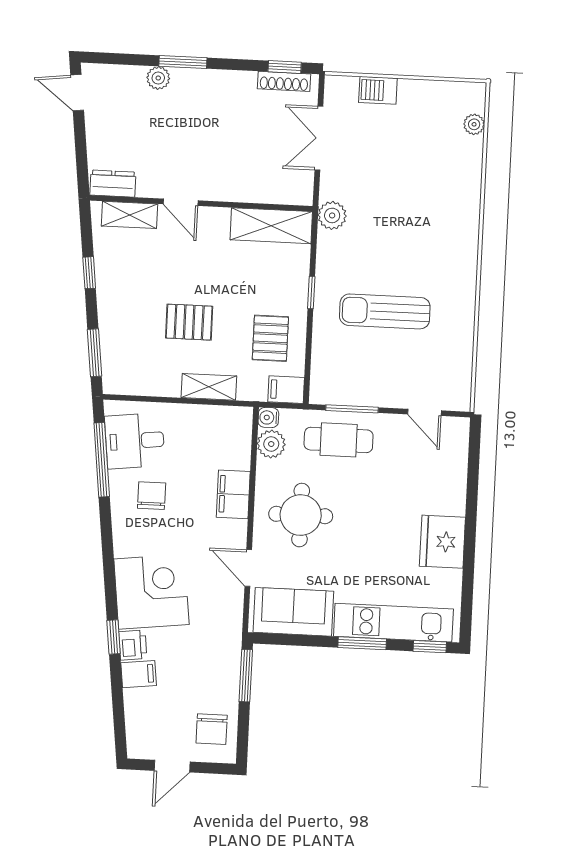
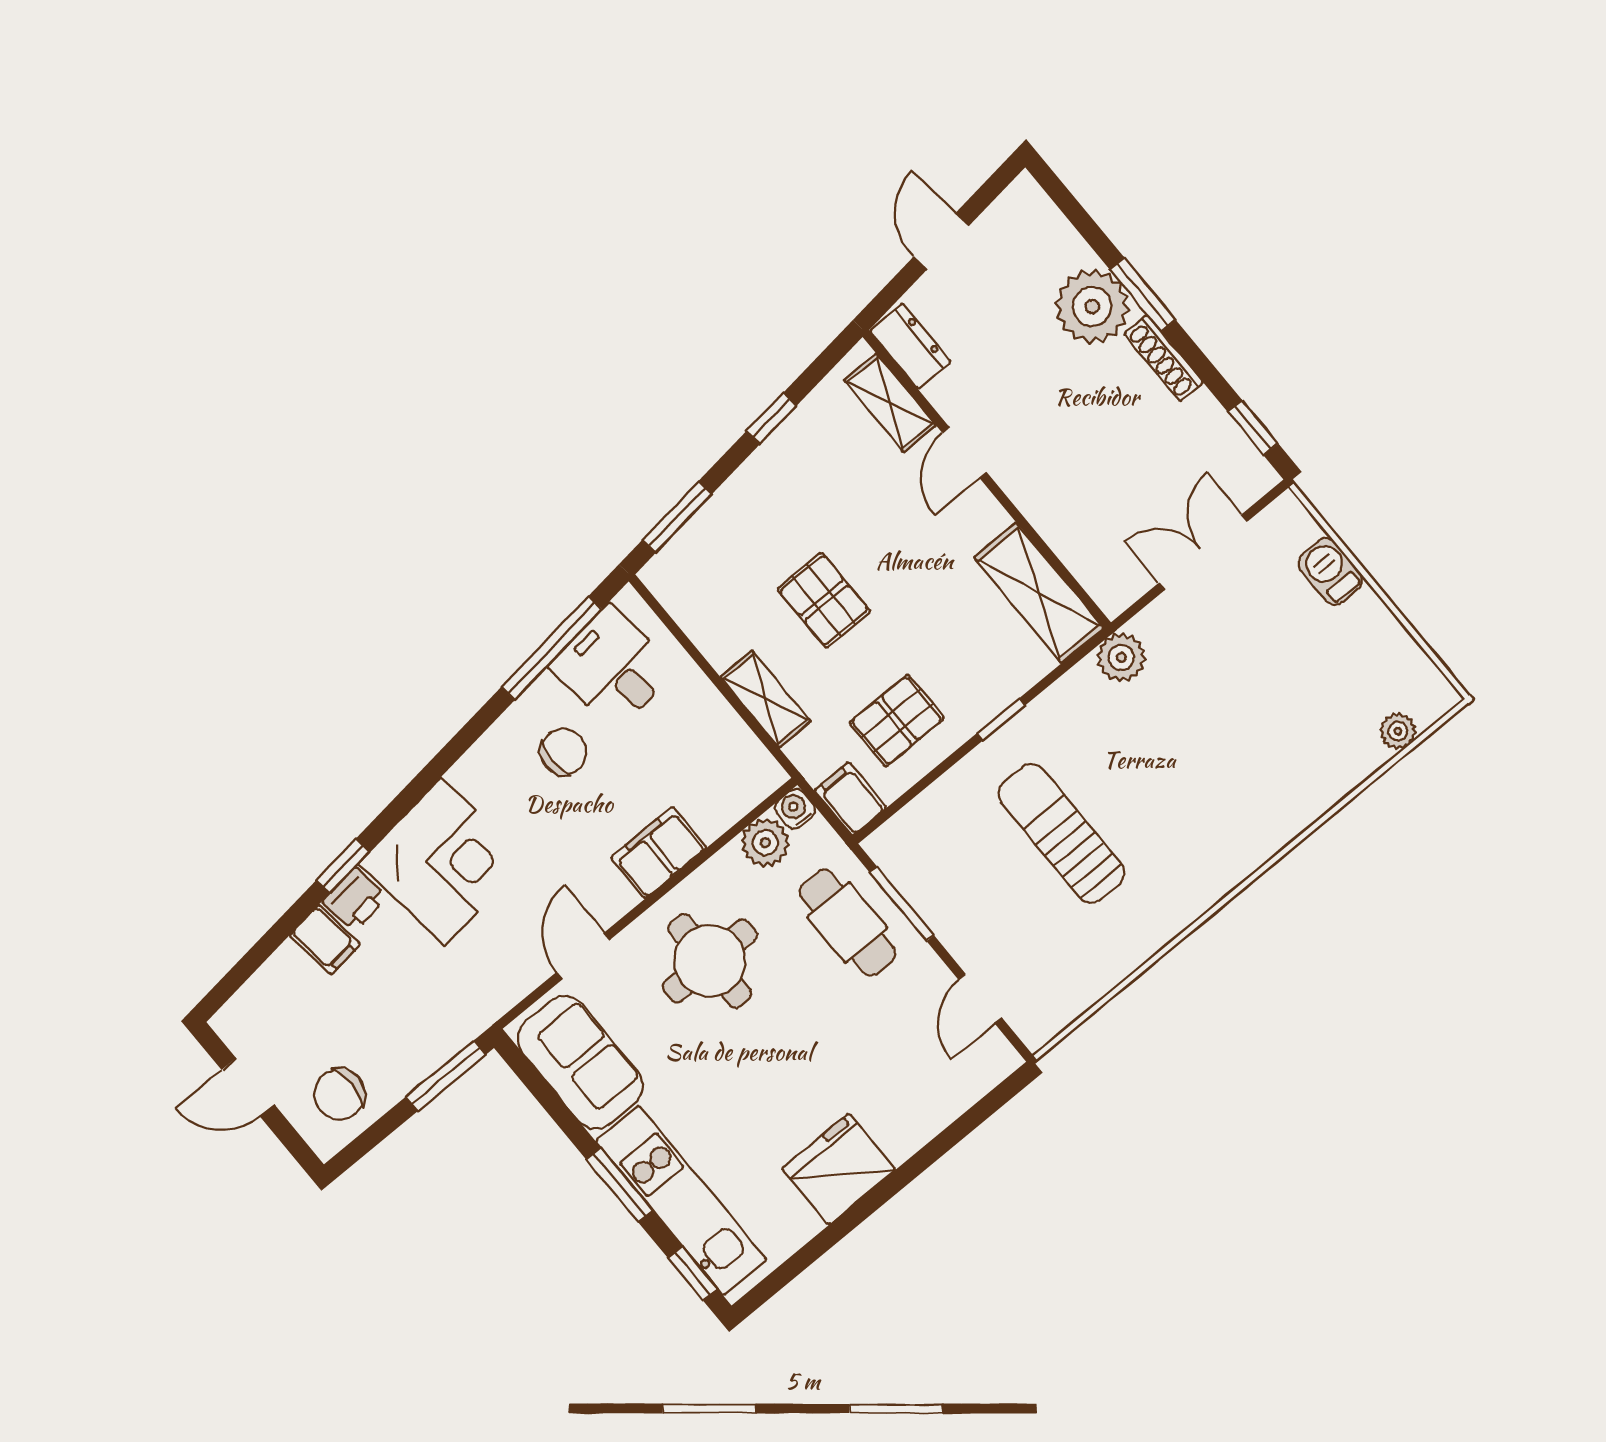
plant: (158, 78) -> (1092, 306), width x1.87, depth x1.87
shoe rack: (284, 81) -> (1164, 358), moved
door: (77, 93) -> (941, 241), moved

